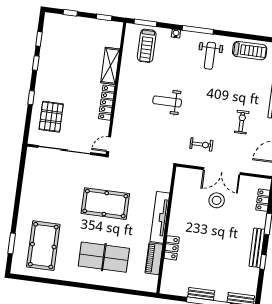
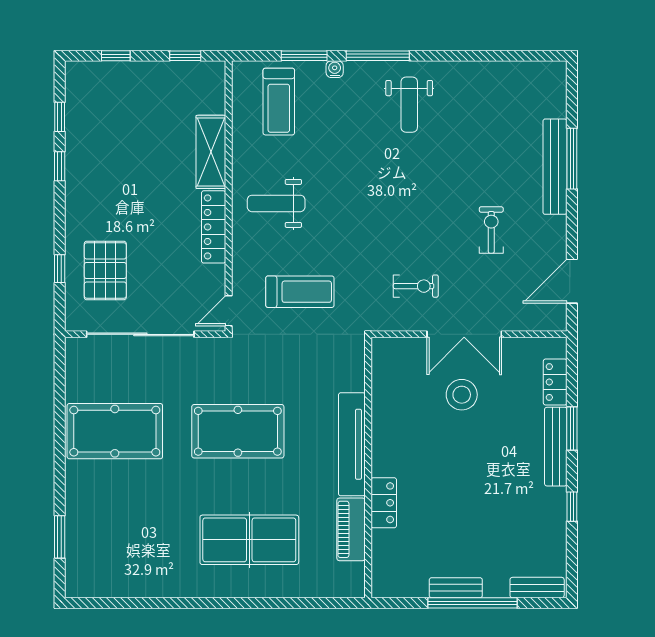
window: (145, 23) -> (304, 56), moved
treadmill: (250, 51) -> (300, 292), moved
window: (31, 98) -> (60, 269), moved
weight bench: (167, 101) -> (276, 203), moved
pool table: (43, 246) -> (115, 431), moved, turned 90
bench: (257, 248) -> (556, 447), moved

